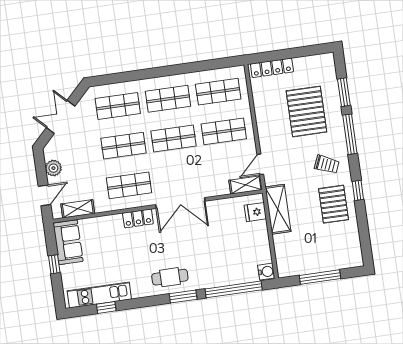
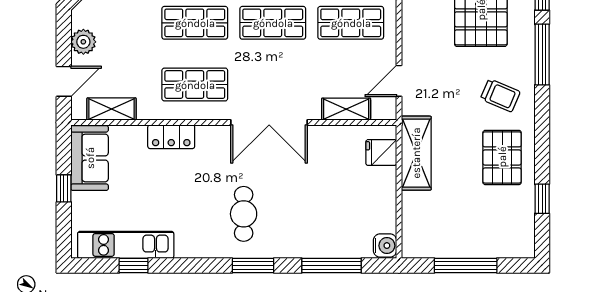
shelving: (246, 185) -> (346, 109), moved
window: (358, 190) -> (542, 199), moved
locker: (138, 218) -> (171, 137), moved
cafe table: (170, 277) -> (244, 214), moved, turned 90
window: (234, 289) -> (331, 265), width x0.68

